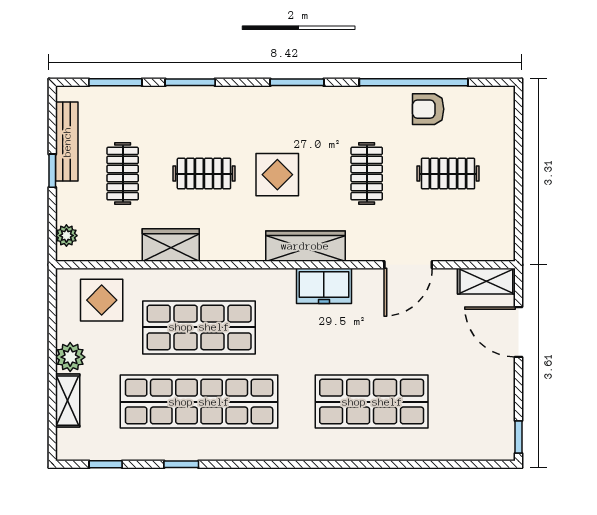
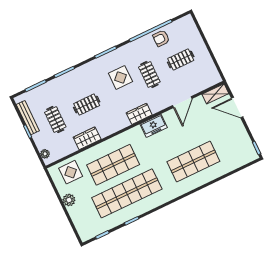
display table: (277, 175) -> (120, 77), moved
wardrobe: (305, 246) -> (139, 114), width x0.67
shelving: (68, 401) -> (76, 217), removed

